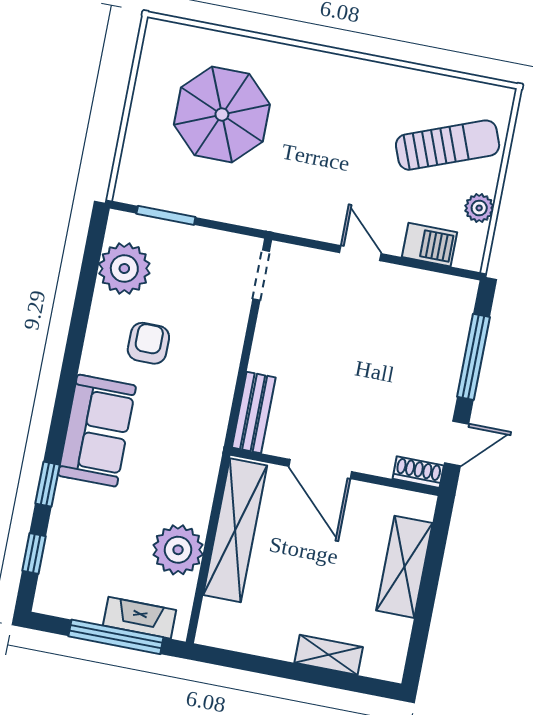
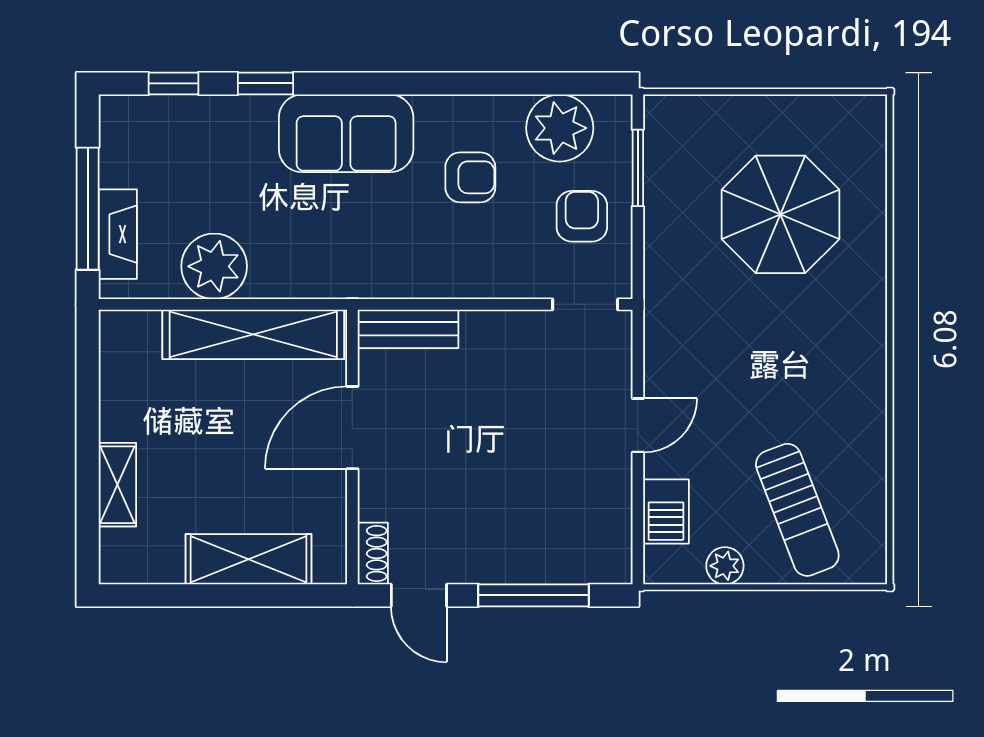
armchair: (194, 265) -> (582, 216), added

